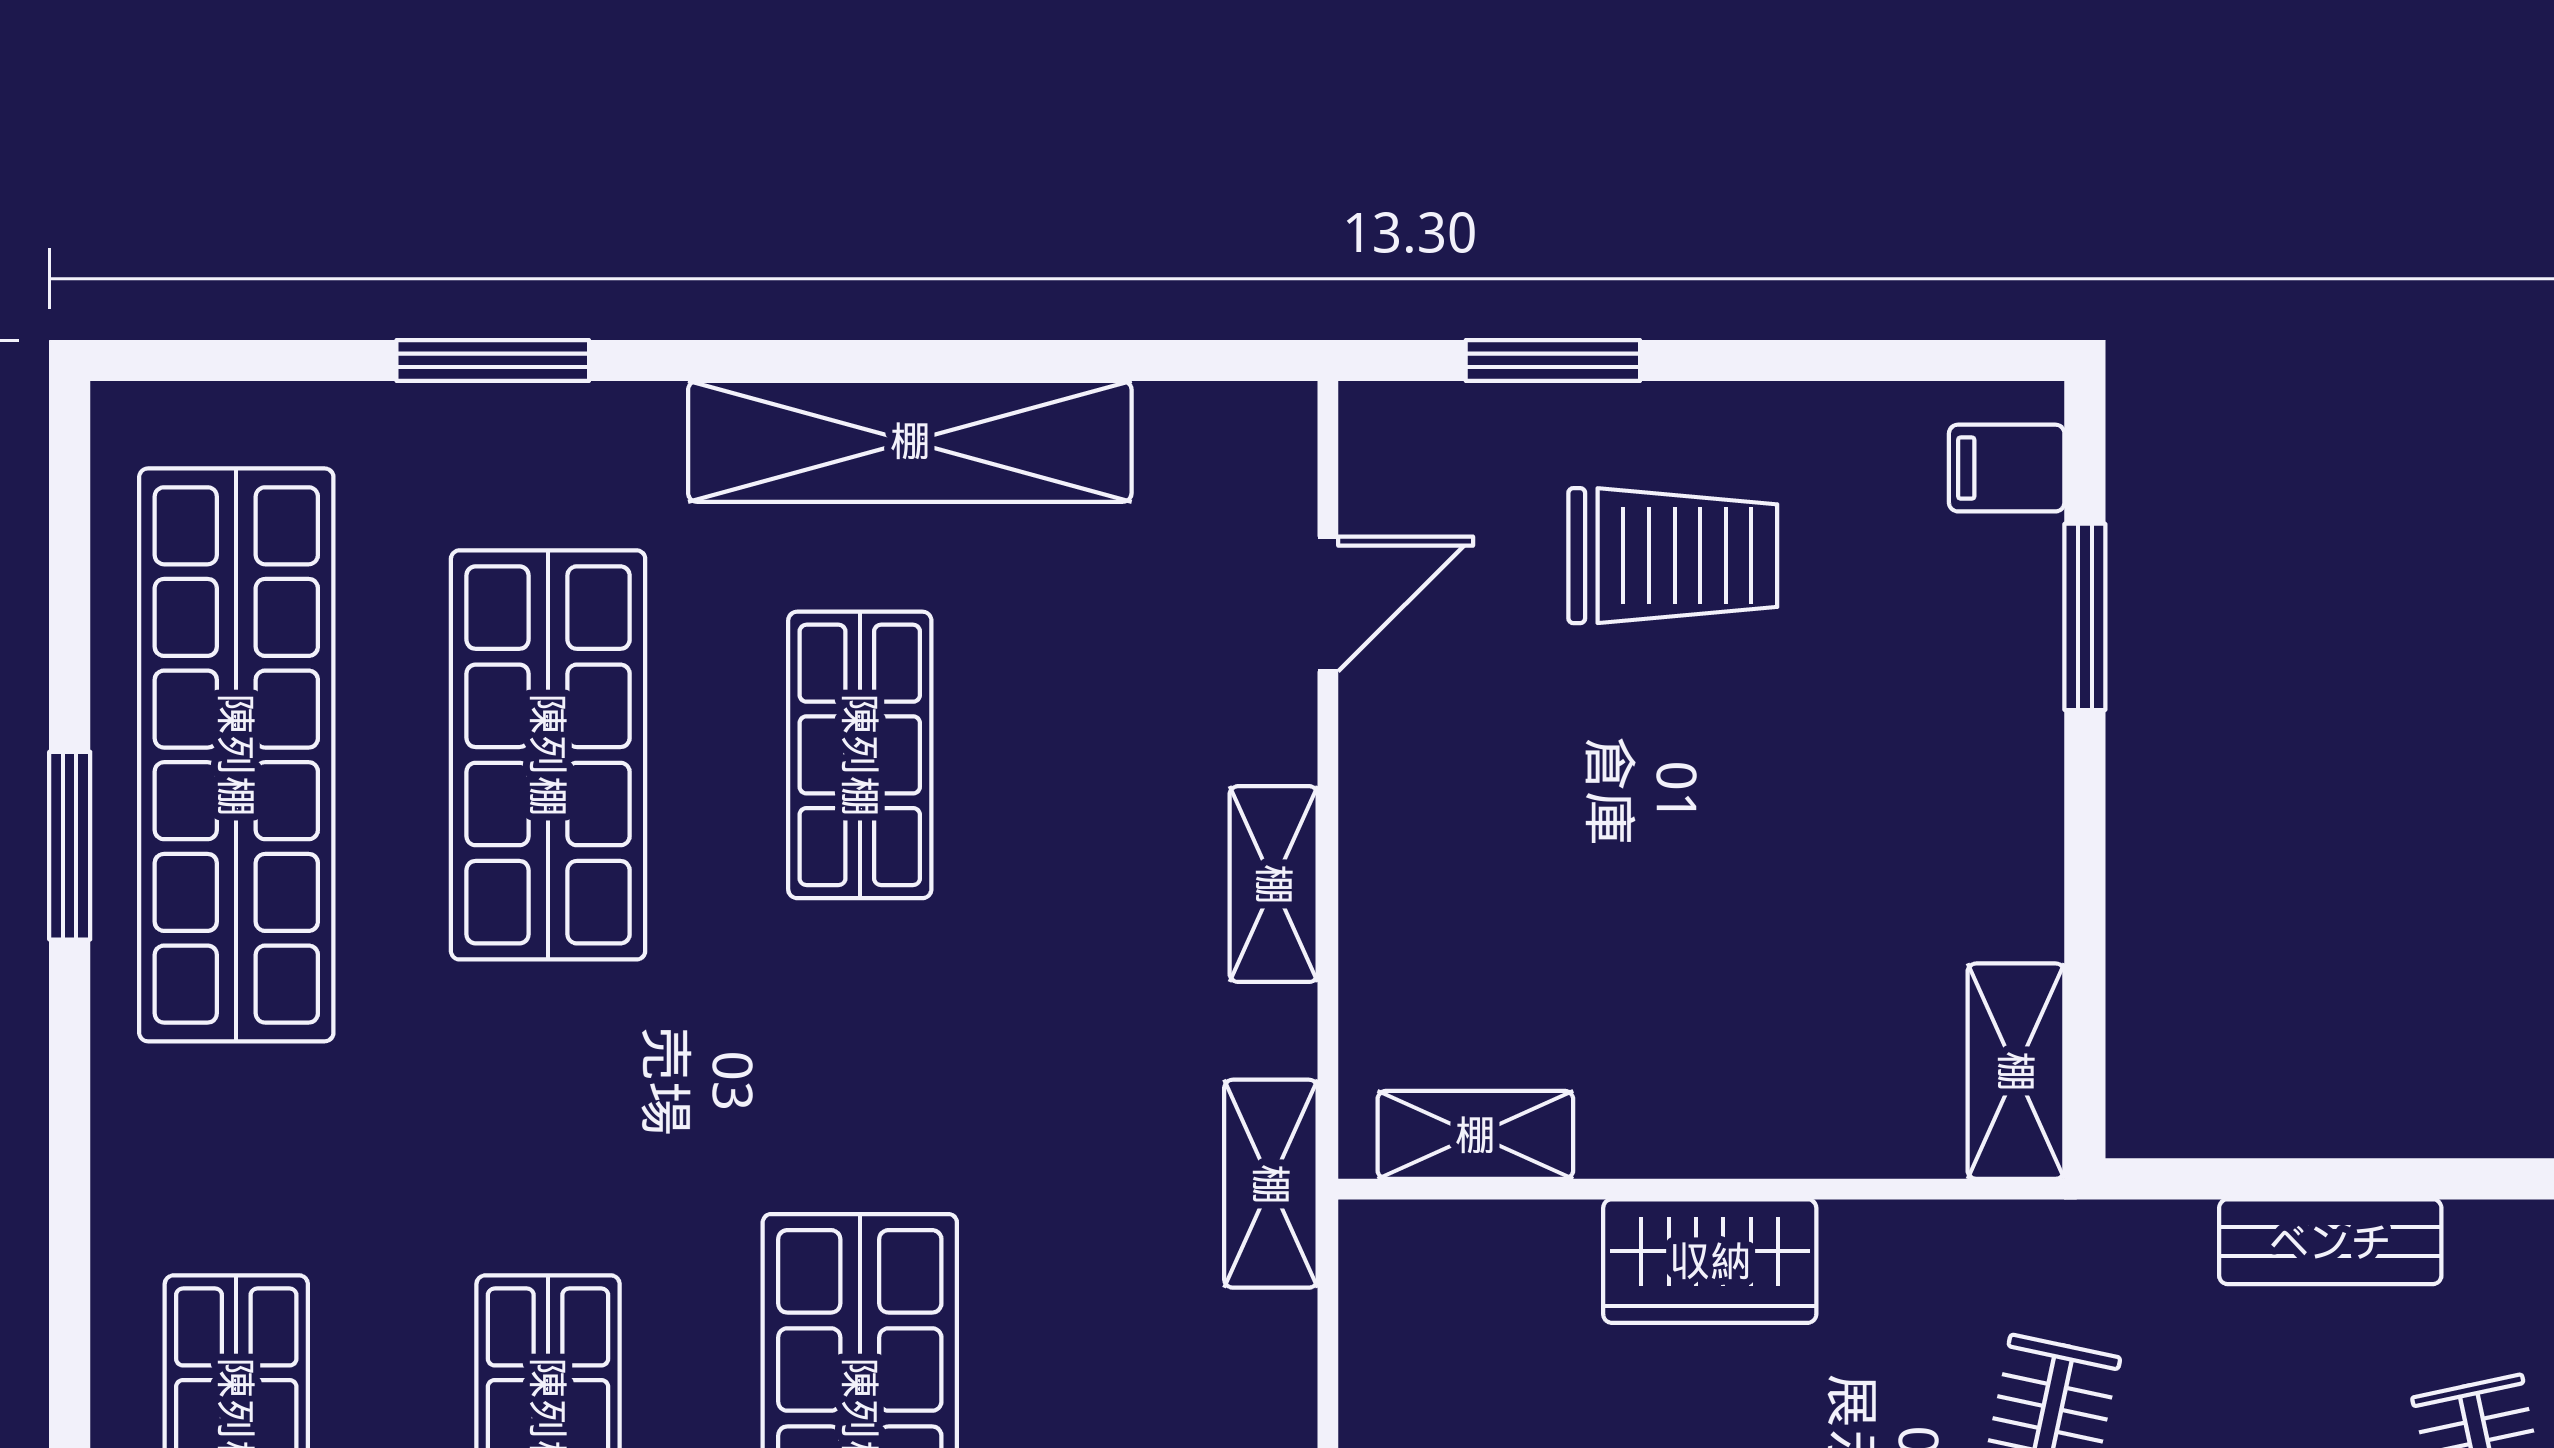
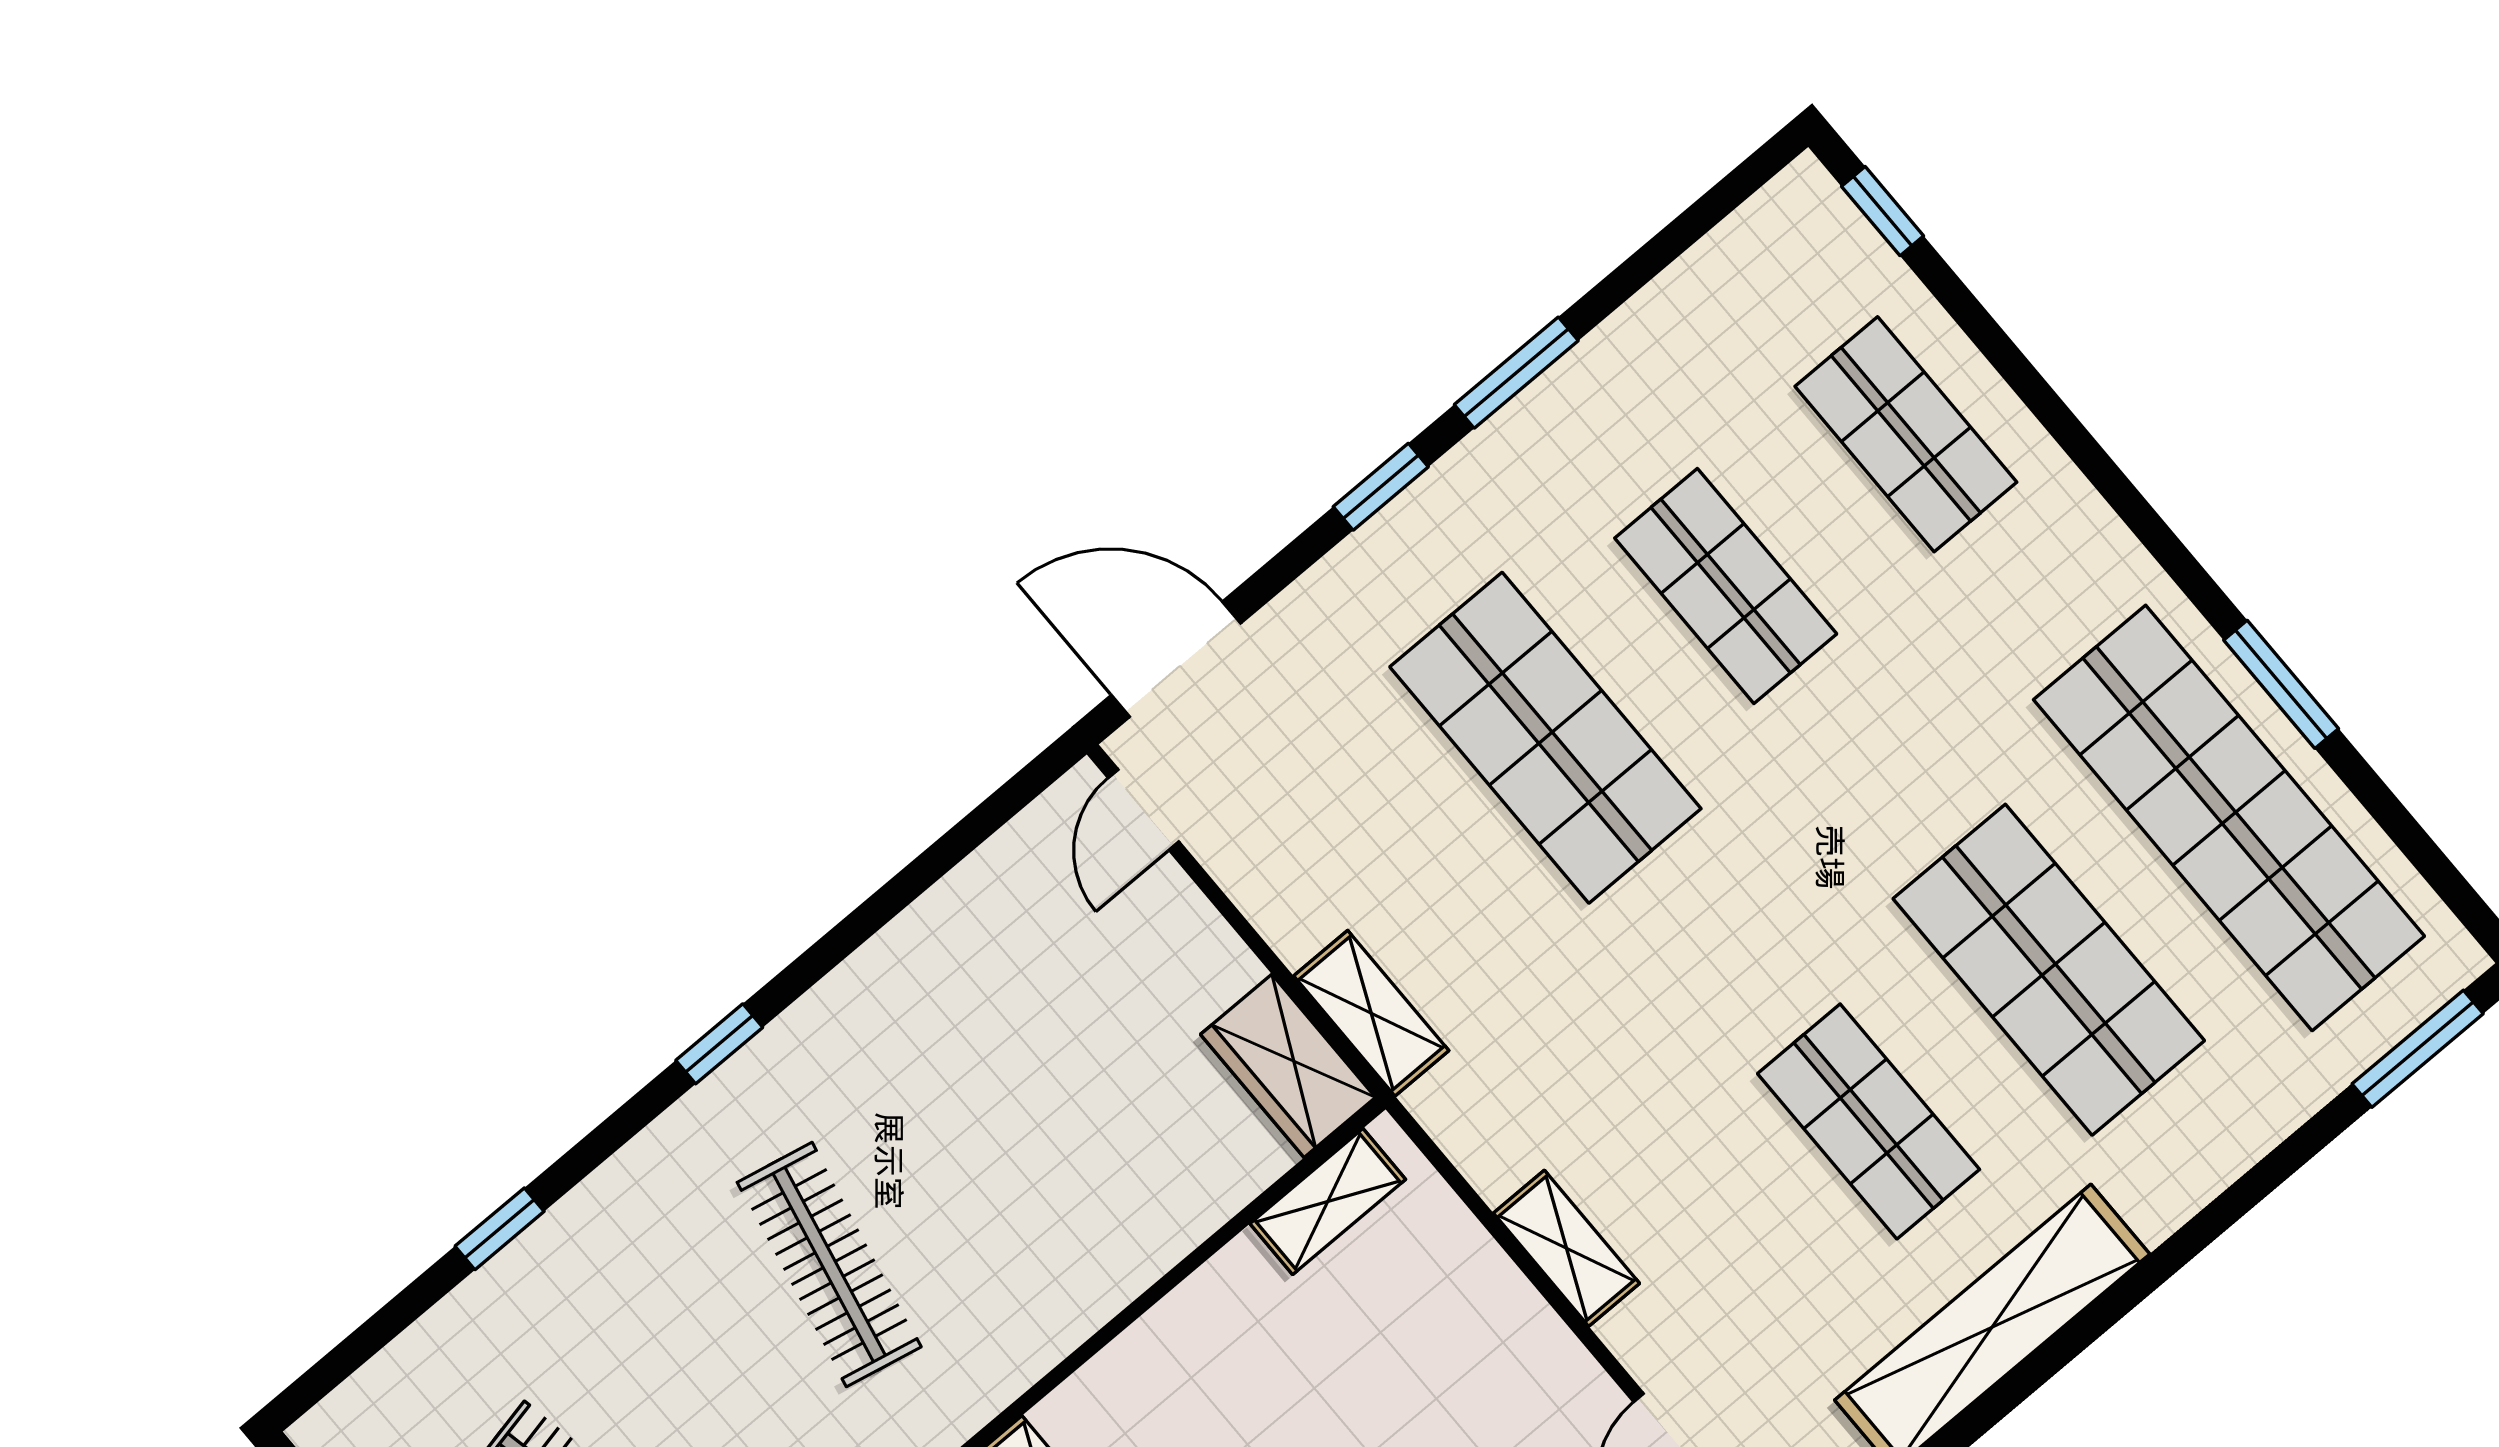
window: (493, 360) -> (2418, 1049), moved
shelving: (1271, 1184) -> (1371, 1013), moved
wardrobe: (1710, 1261) -> (1288, 1066), moved, turned -90

